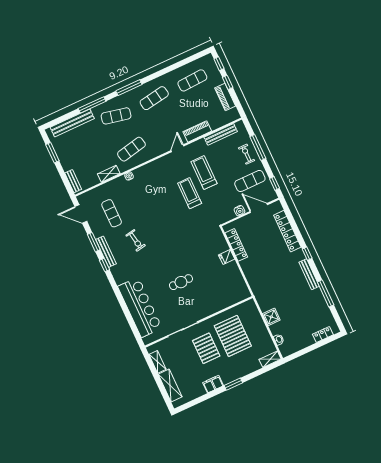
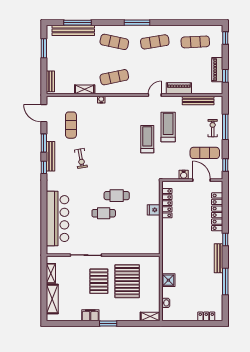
window: (228, 82) -> (225, 76), moved
window: (92, 105) -> (77, 23), moved
cafe table: (186, 260) -> (117, 196), added

